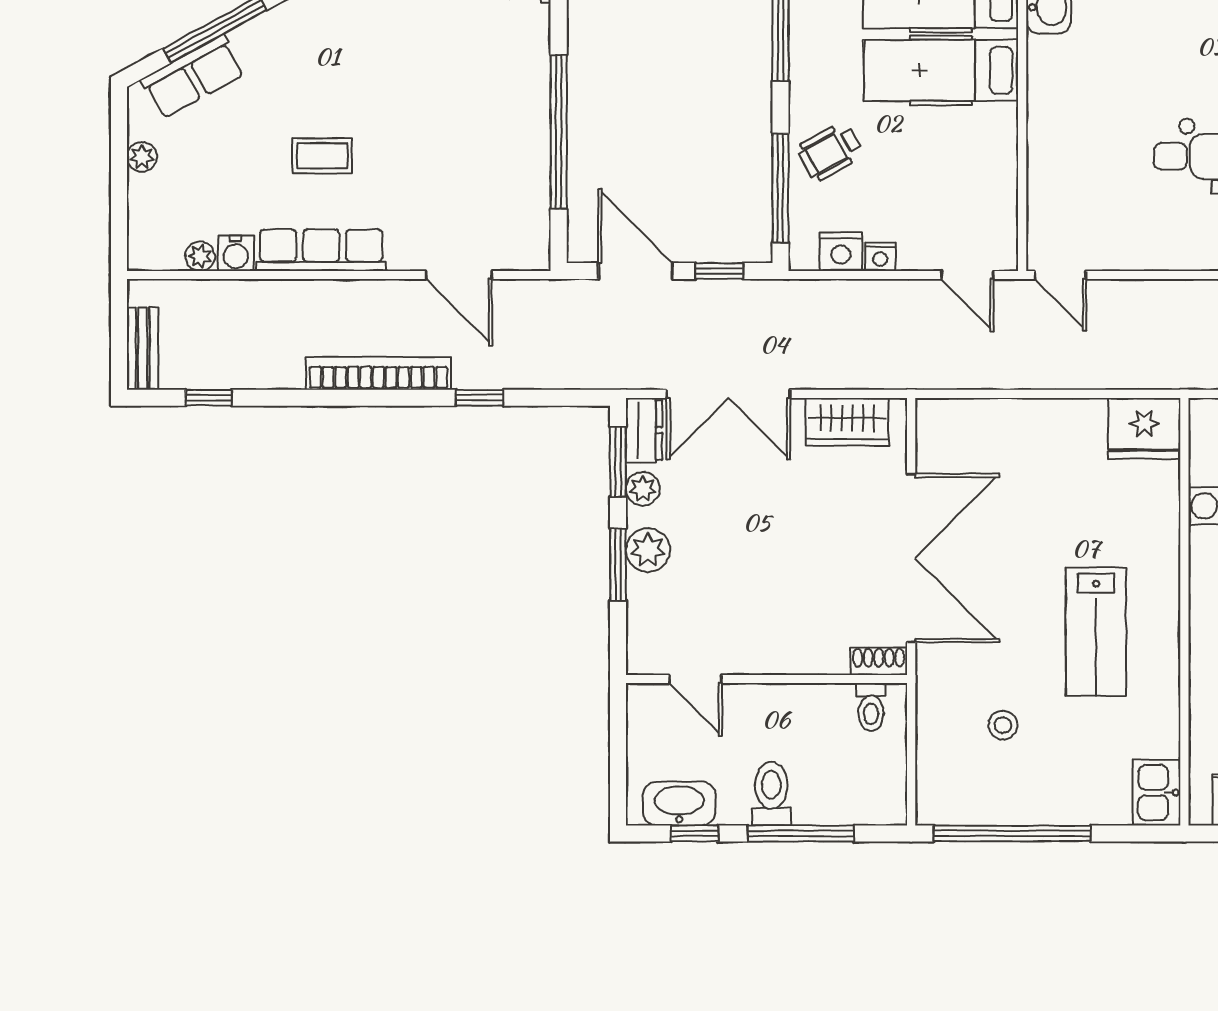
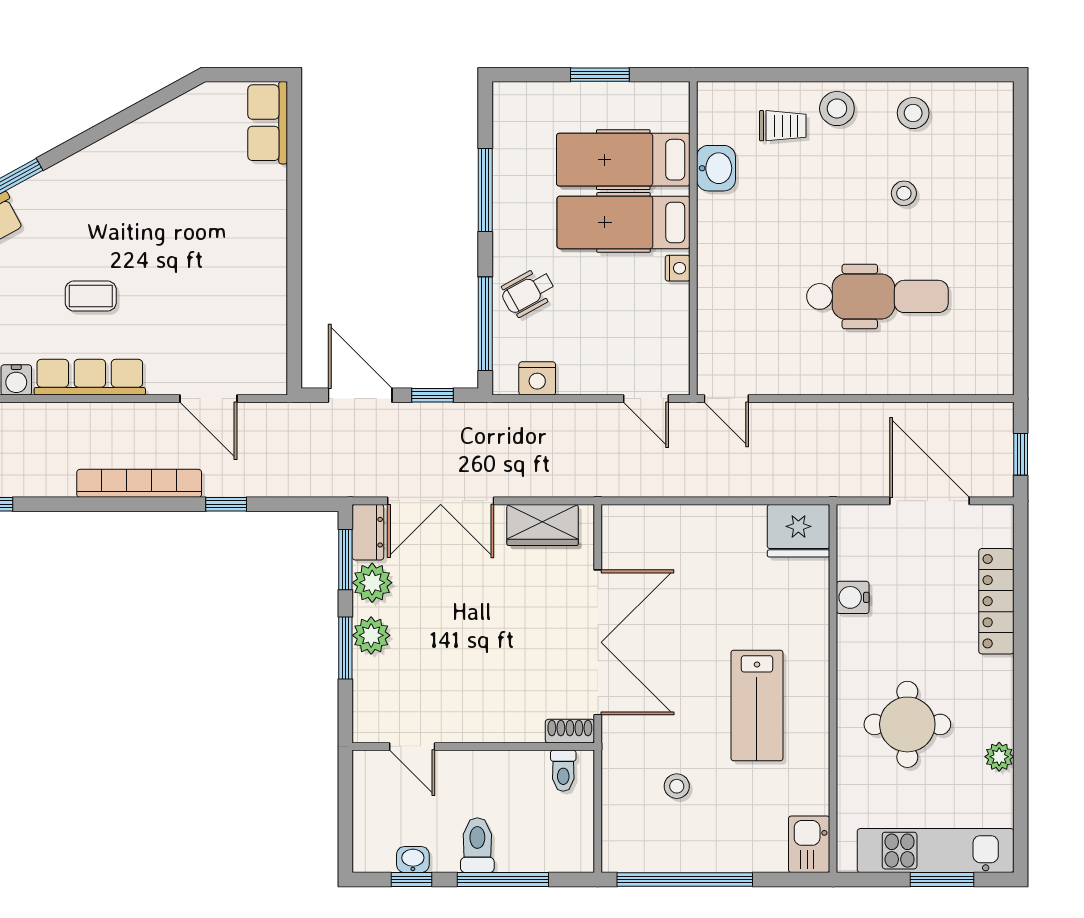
window: (559, 132) -> (294, 275), removed
nightstand: (880, 257) -> (678, 268), moved, turned -90
plant: (643, 489) -> (372, 583), width x1.38, depth x1.38
washbasin: (679, 804) -> (413, 860), width x0.52, depth x0.69

